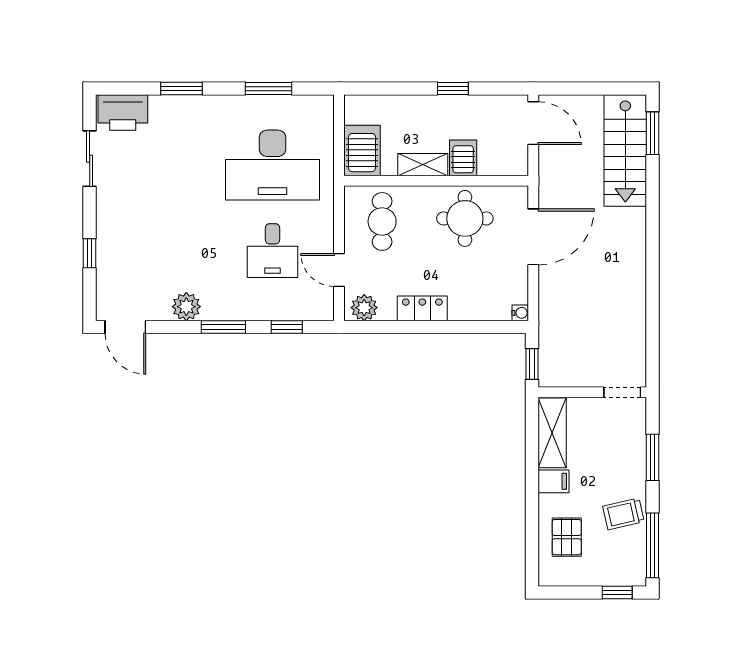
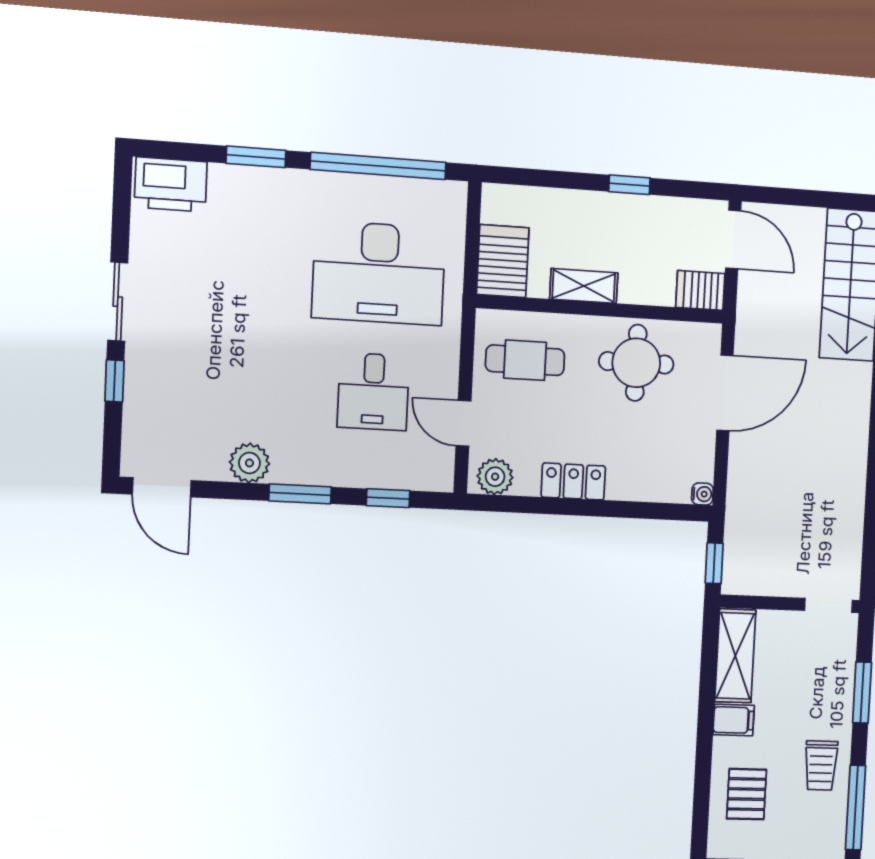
window: (269, 89) -> (378, 166), width x2.11
server rack: (463, 158) -> (700, 290), moved, turned -90
sliding door: (90, 159) -> (118, 302), moved
cafe table: (382, 221) -> (525, 360), turned 90
trolley: (623, 514) -> (821, 765), turned -77

